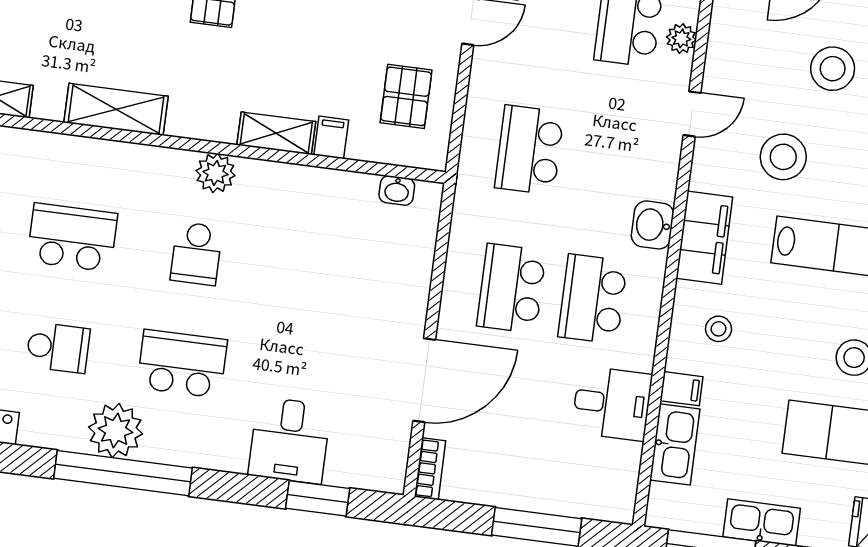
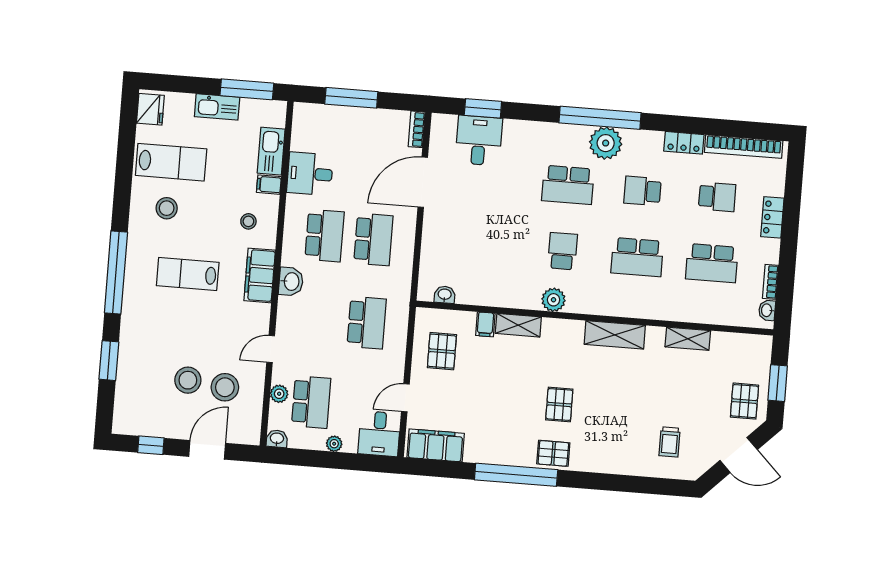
stool: (783, 157) -> (225, 387), moved
desk: (290, 440) -> (479, 140), moved

